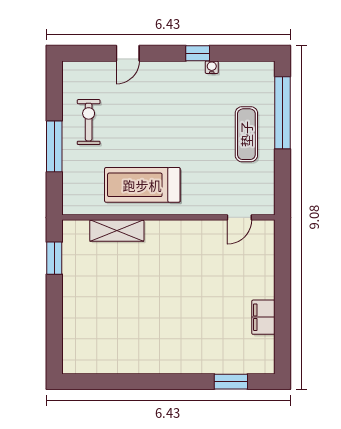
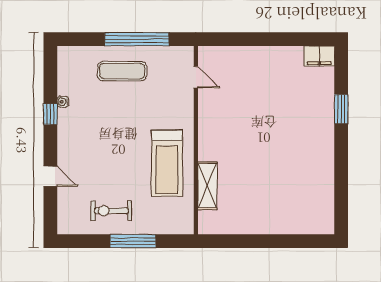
window: (282, 113) -> (137, 39), moved
window: (54, 258) -> (232, 241), removed
filing cabinet: (263, 317) -> (319, 56), moved
window: (231, 382) -> (341, 109), moved

